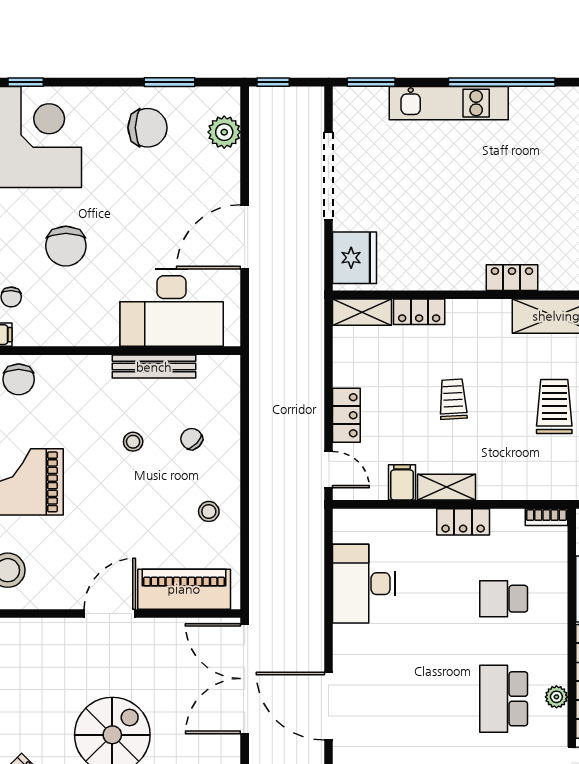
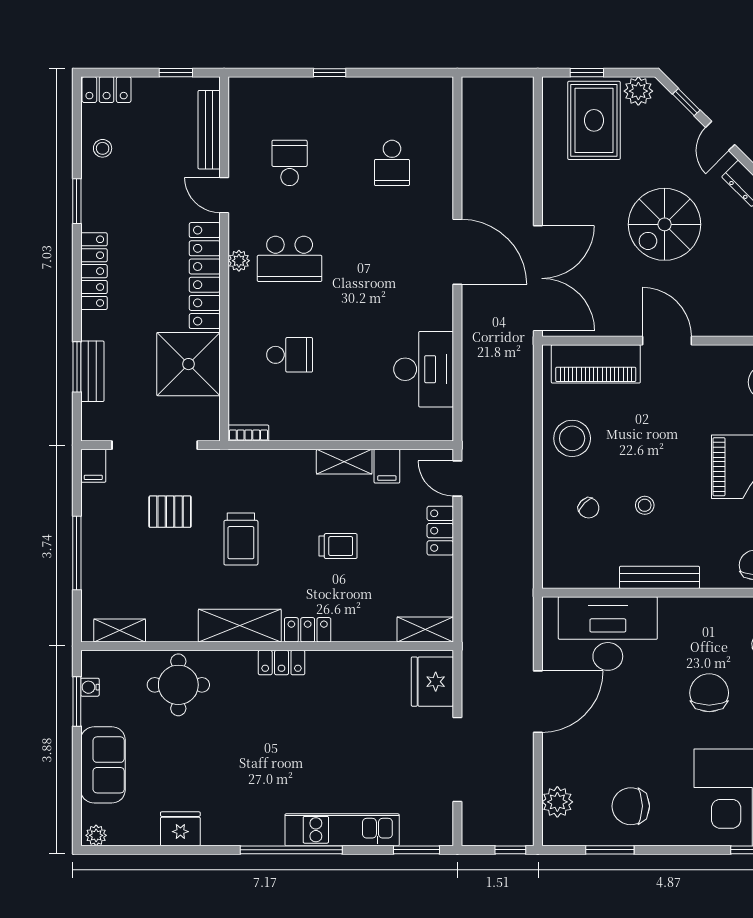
locker: (419, 312) -> (308, 630), moved
bench: (154, 367) -> (659, 577), moved
trolley: (453, 399) -> (338, 546), turned -87
stool: (209, 511) -> (572, 438), width x1.89, depth x1.89
locker: (463, 522) -> (328, 428), removed
door: (110, 614) -> (667, 341), swing flipped
school desk: (504, 699) -> (290, 259), turned 90

